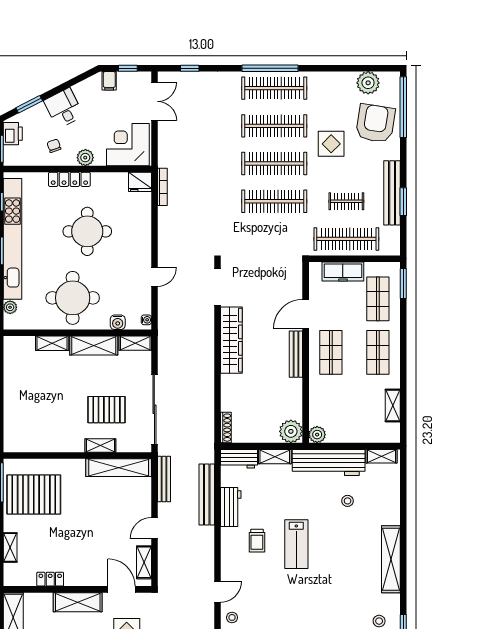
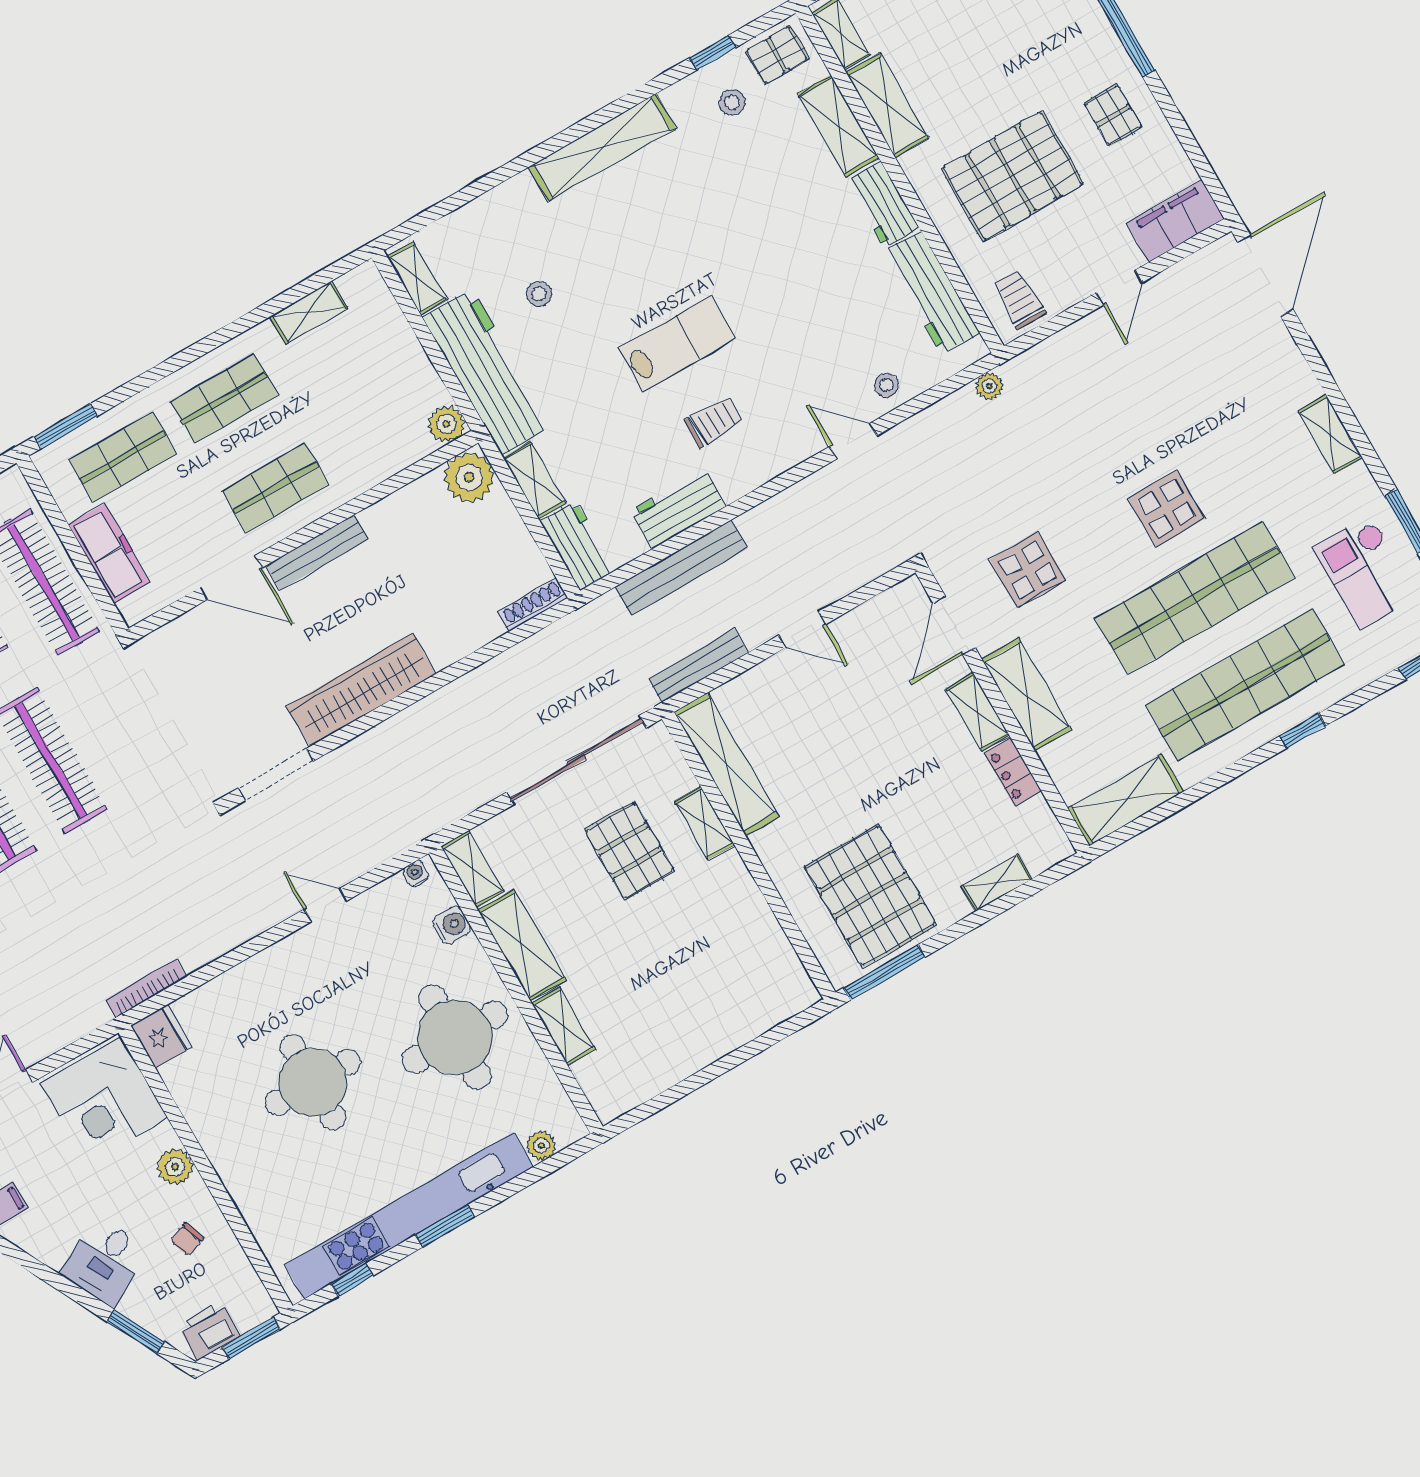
locker: (69, 179) -> (234, 1173), removed
shelving: (144, 562) -> (977, 712), moved, turned 90

